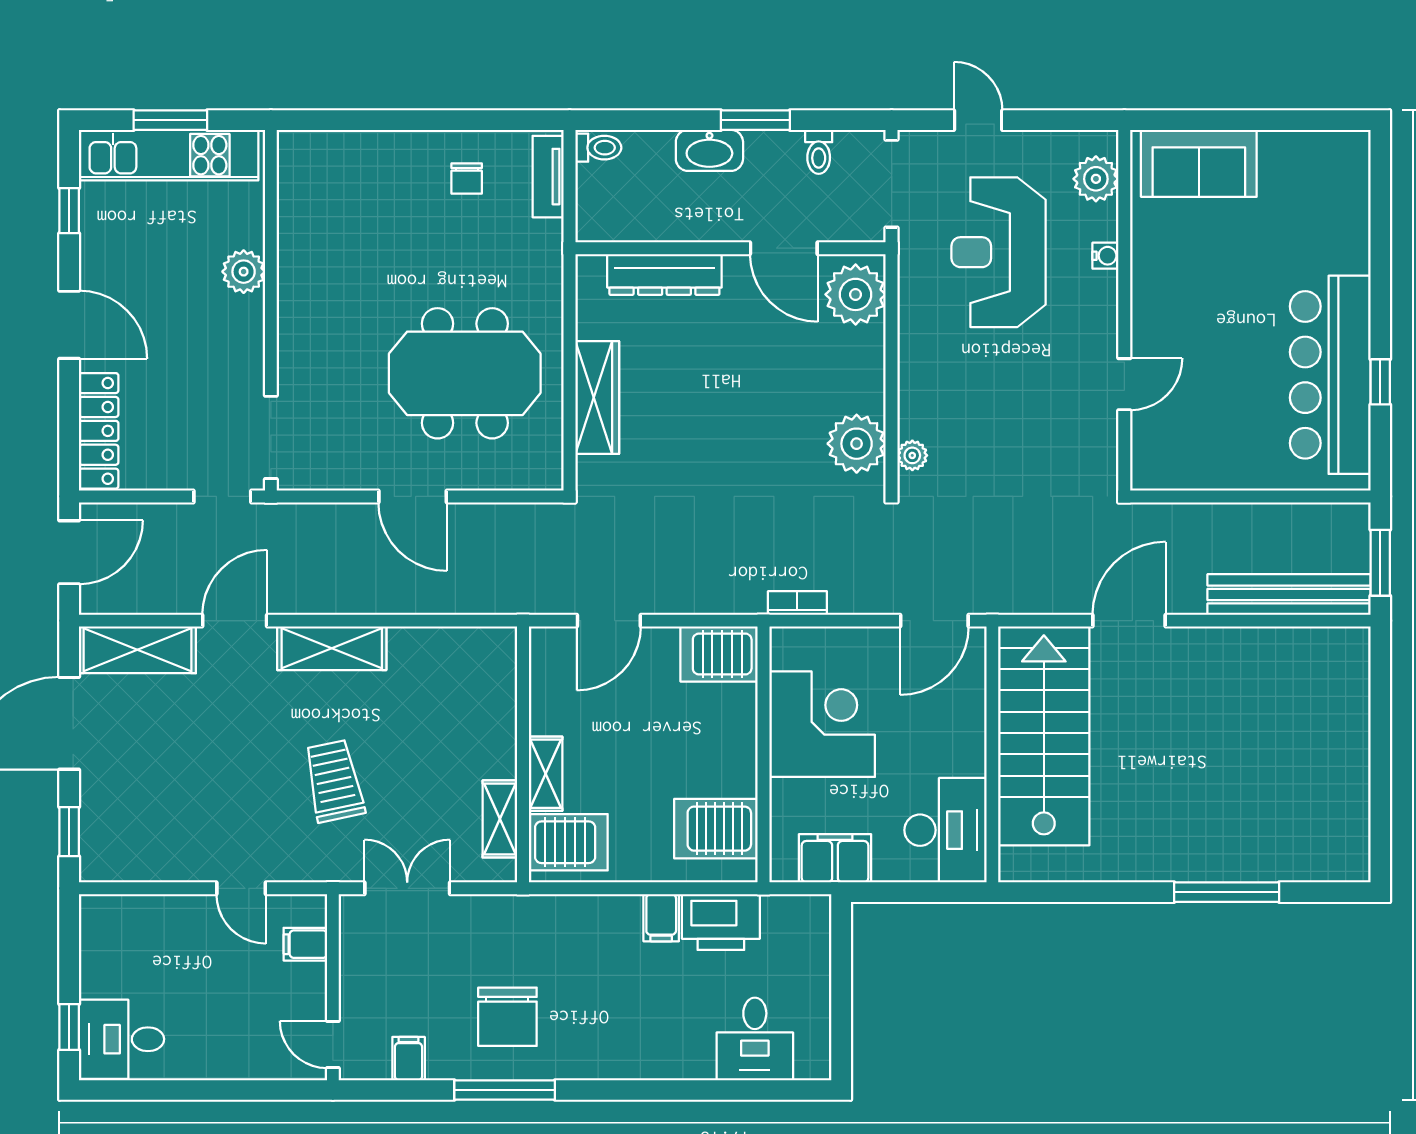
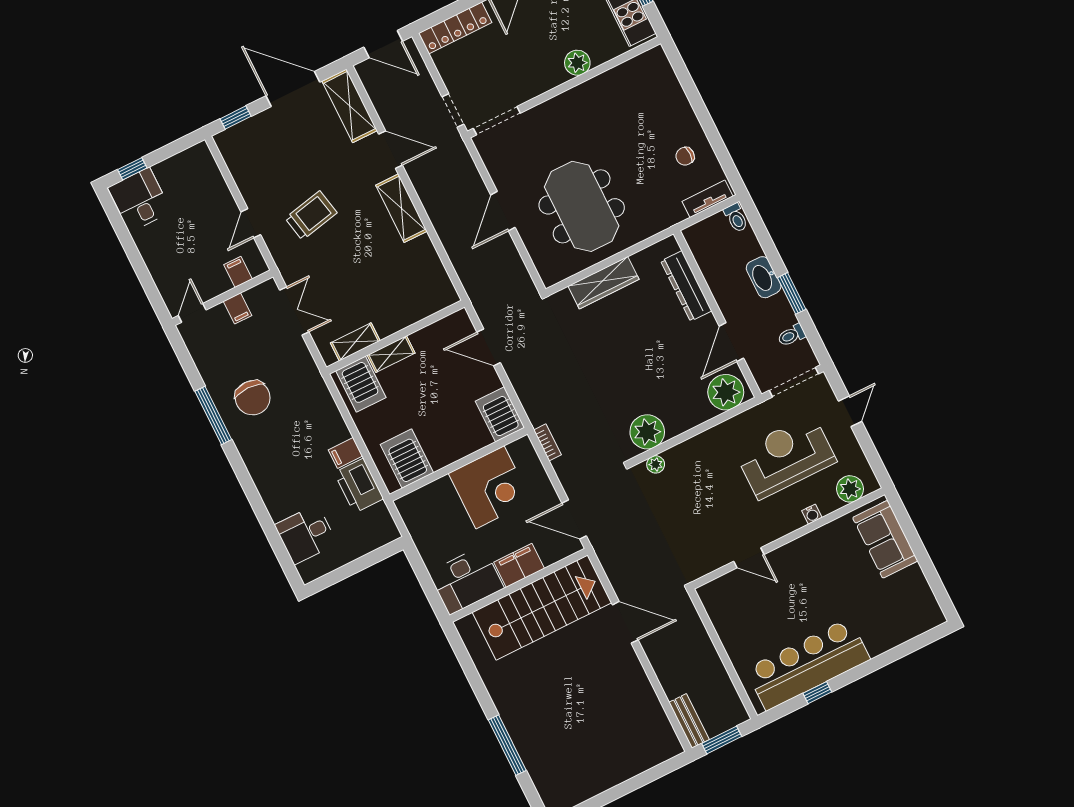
bench: (1289, 594) -> (689, 721), width x0.54, depth x0.82
trolley: (334, 781) -> (311, 215), moved
filing cabinet: (835, 858) -> (519, 565), moved, turned -90
chair: (507, 1017) -> (253, 398), turned -90
filing cabinet: (409, 1059) -> (238, 308), moved, turned 90

